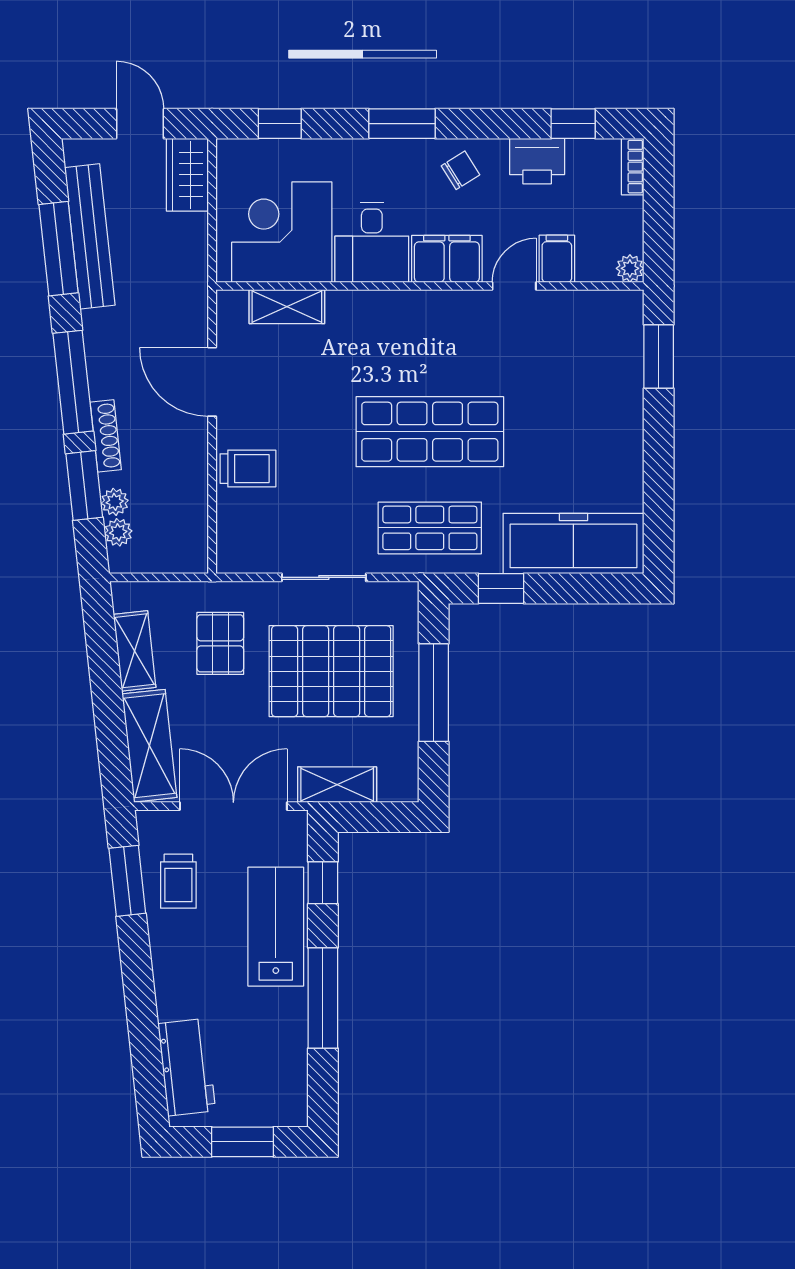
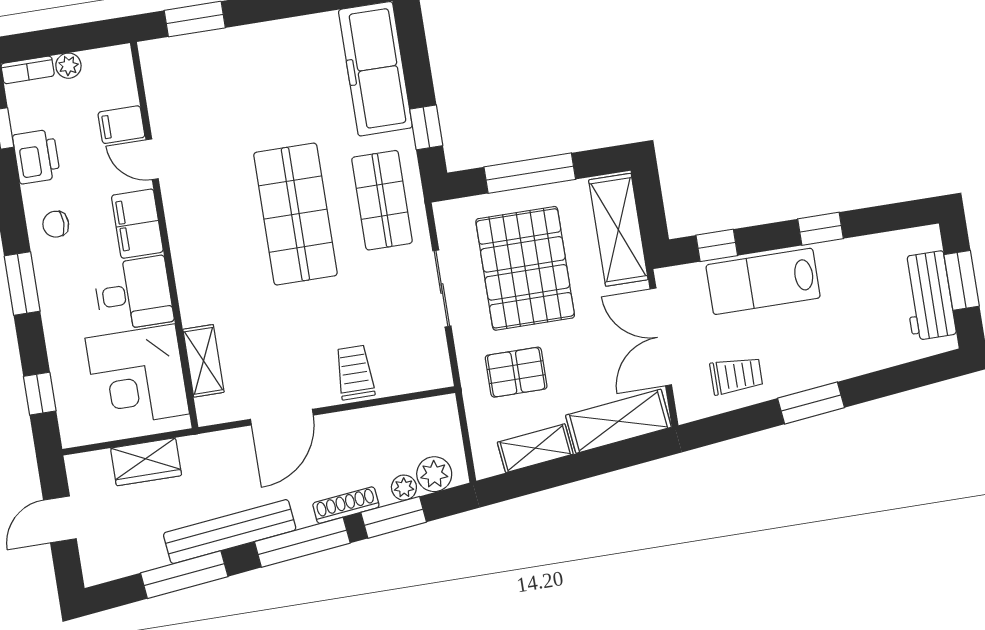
chair: (461, 170) -> (56, 224), turned -58
wardrobe: (187, 175) -> (146, 462), moved
bench: (90, 236) -> (230, 532), moved
plant: (630, 268) -> (68, 66), moved
plant: (118, 532) -> (434, 474), width x1.38, depth x1.38
shelving: (337, 785) -> (618, 230), width x1.50, depth x1.33
window: (127, 881) -> (811, 403), moved
window: (323, 998) -> (821, 229), width x0.46
workbench: (187, 1067) -> (928, 296), moved, turned -84

